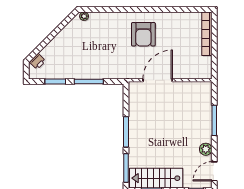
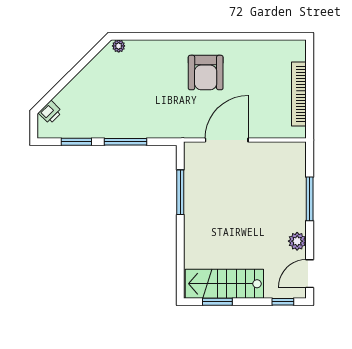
bookcase: (207, 34) -> (299, 94), moved
window: (126, 132) -> (180, 192), moved
window: (126, 168) -> (180, 269), removed

